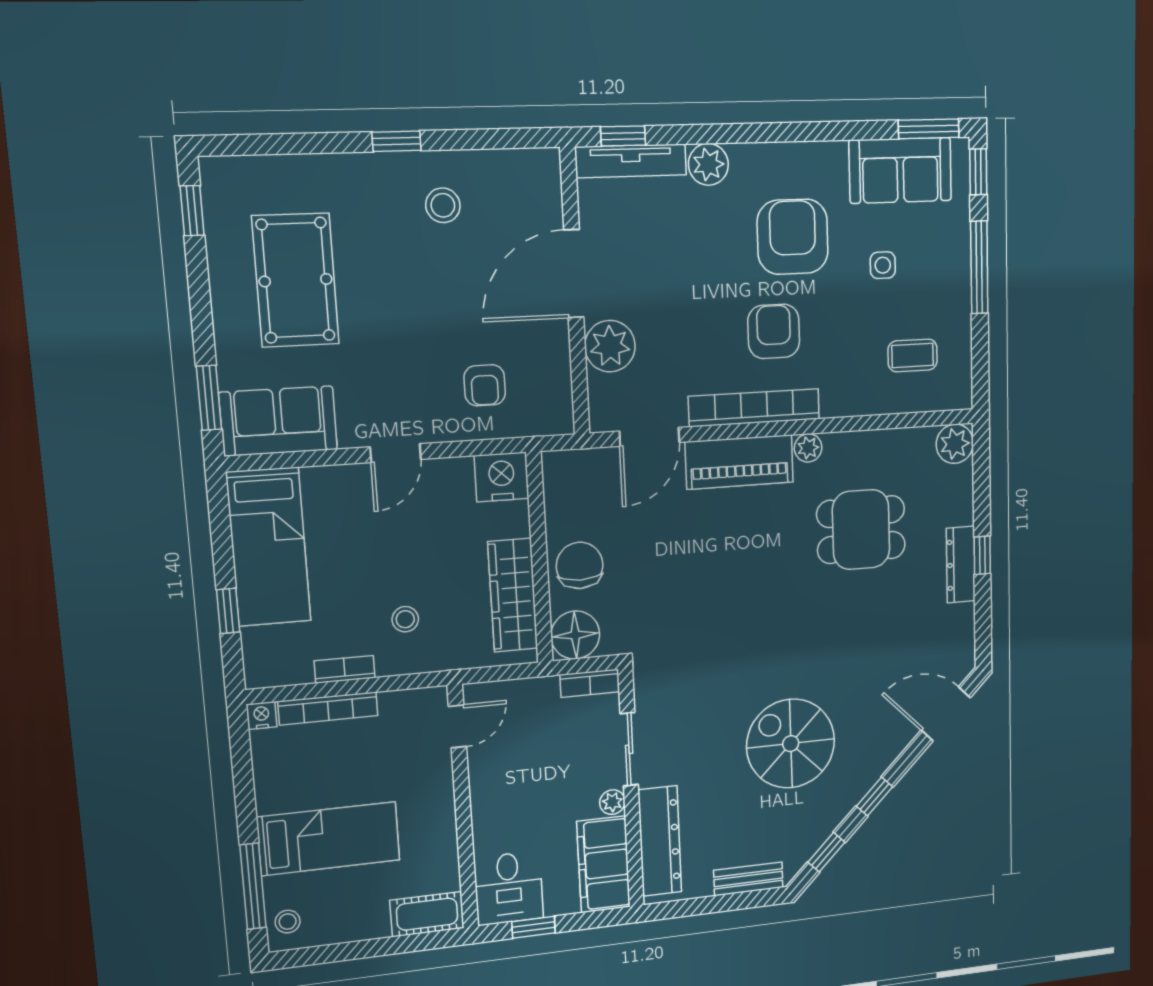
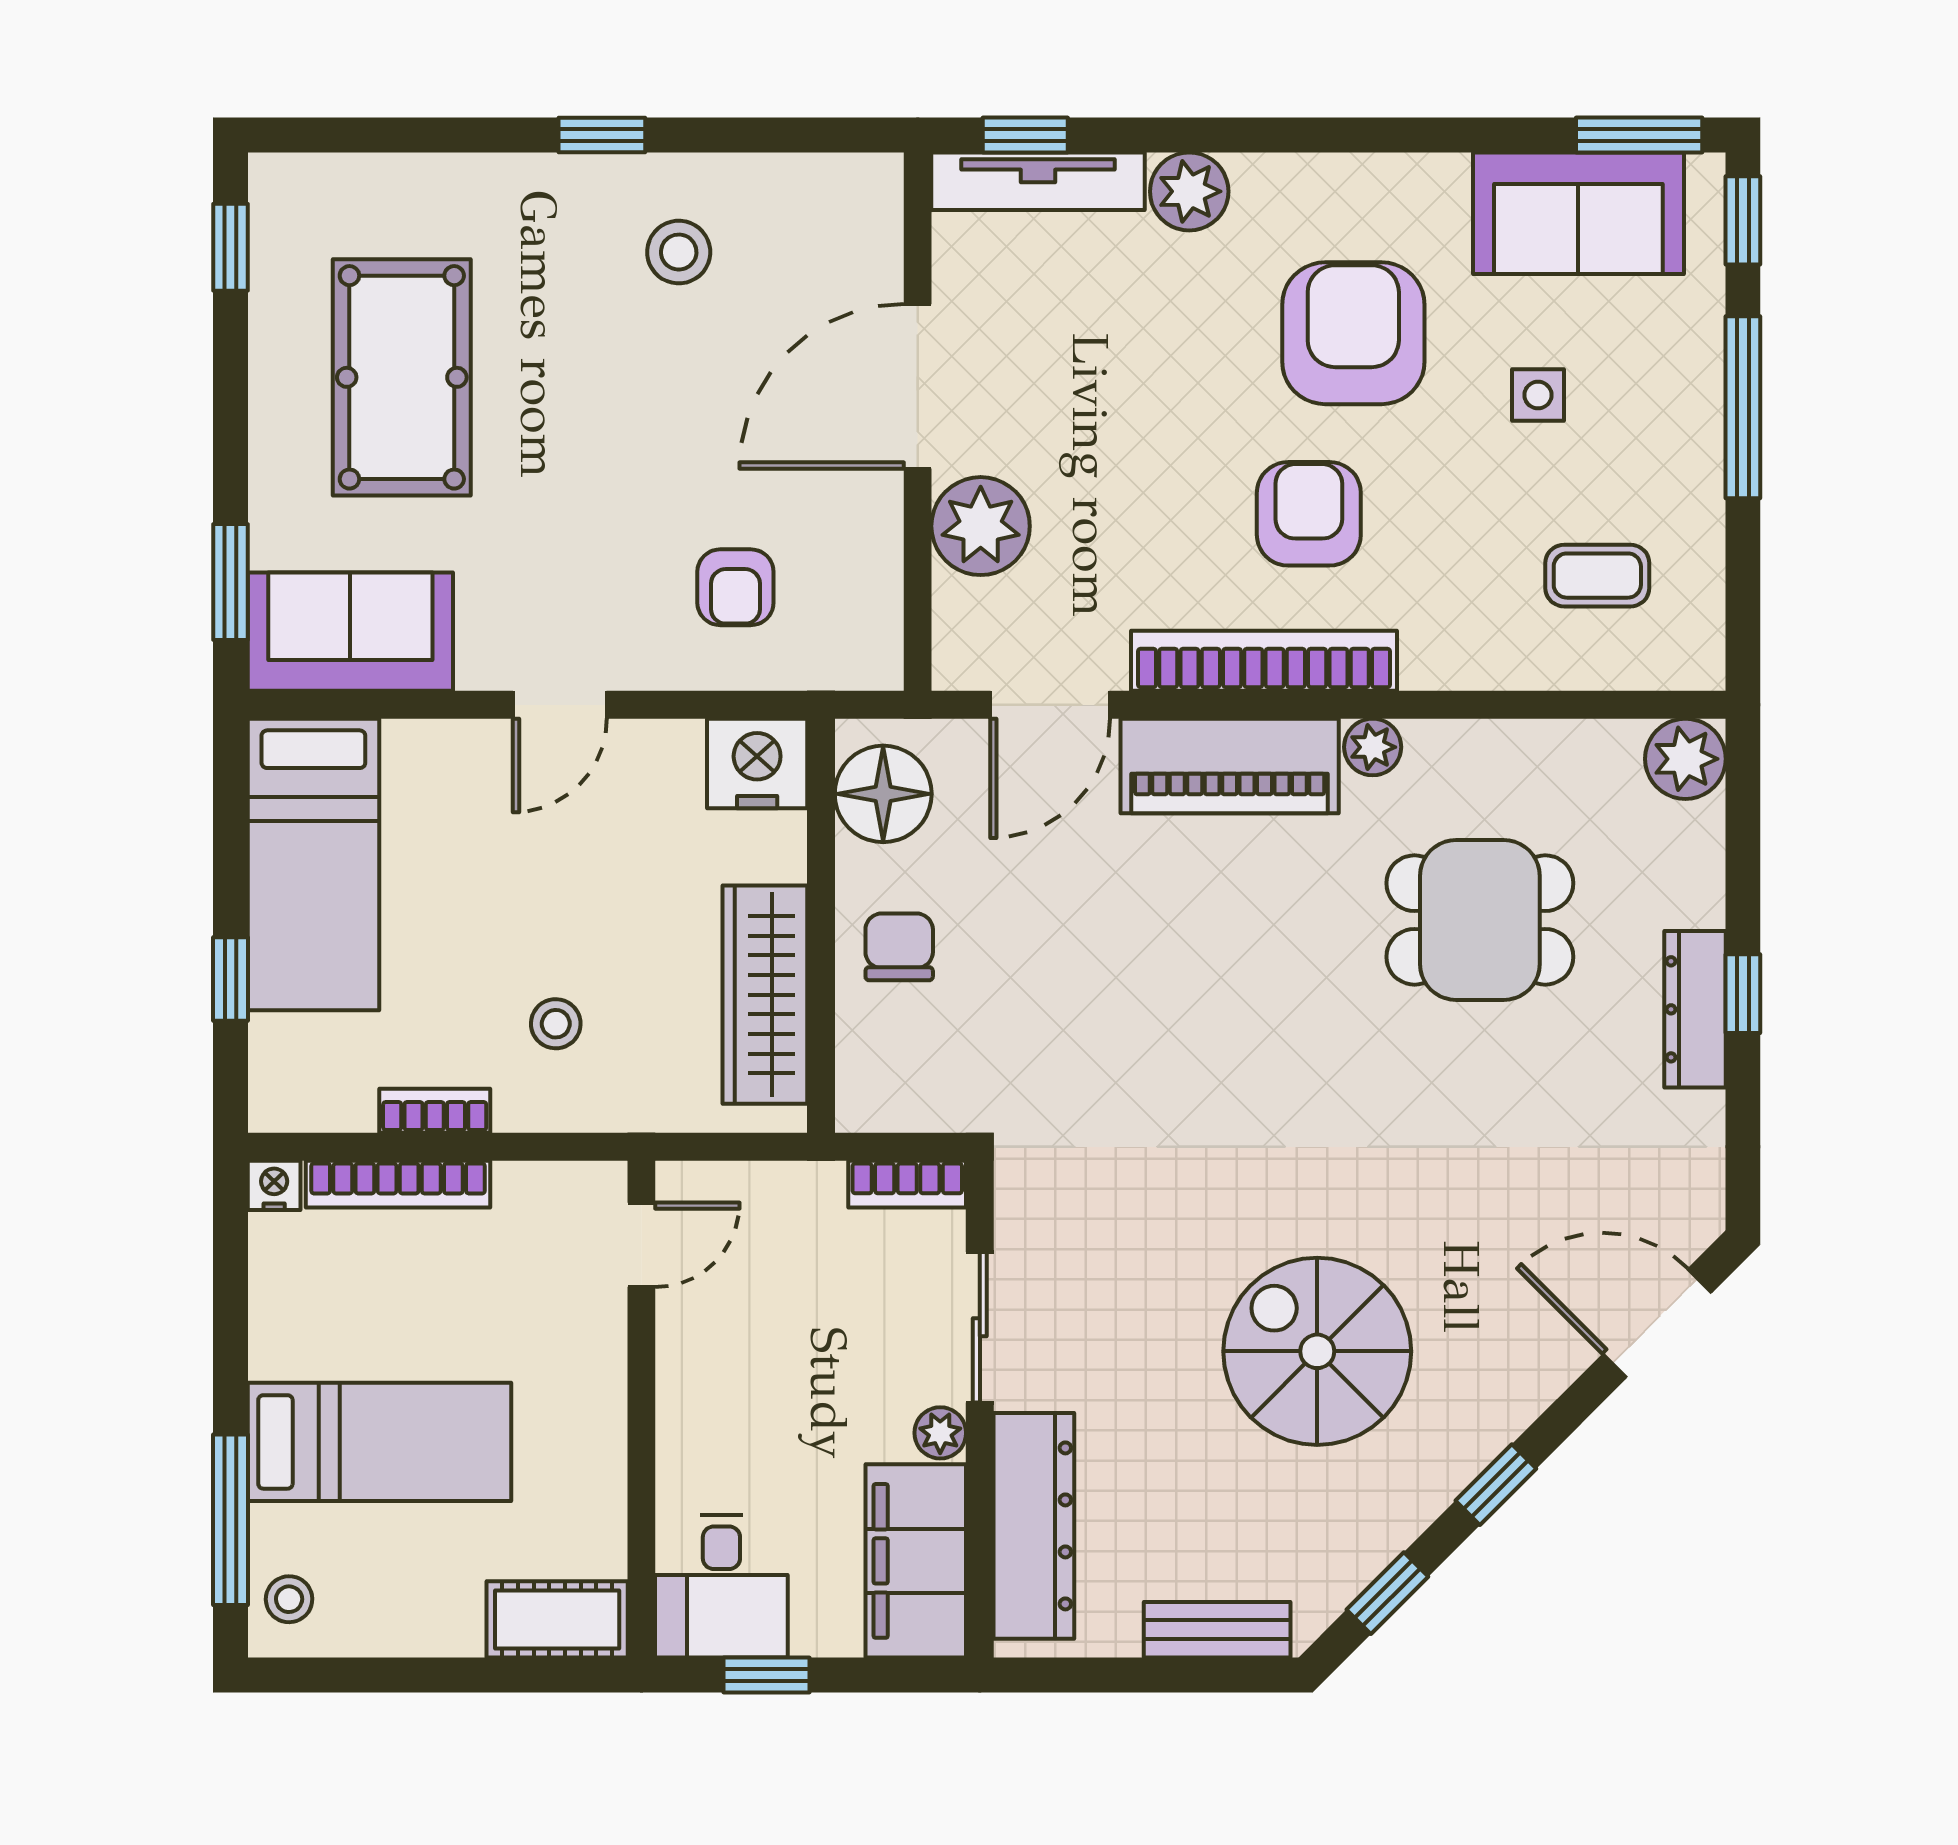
chair: (580, 565) -> (899, 947), width x0.73, depth x0.73
floor lamp: (575, 635) -> (883, 794), moved

